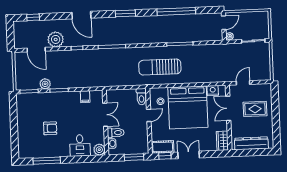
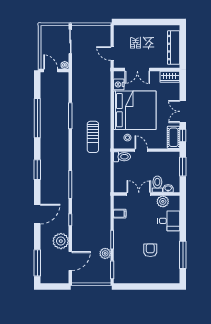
window: (33, 17) -> (37, 263), width x2.17
sun lounger: (160, 67) -> (93, 137), width x0.73, depth x0.75
rug: (255, 109) -> (139, 43), removed
plant: (99, 150) -> (163, 201), moved

